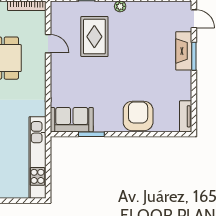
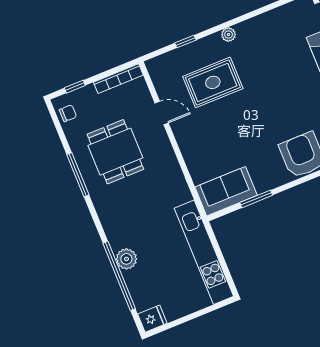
rug: (94, 37) -> (213, 82), turned 90

